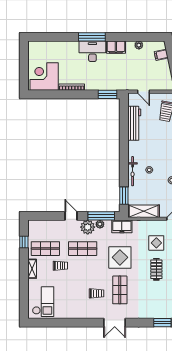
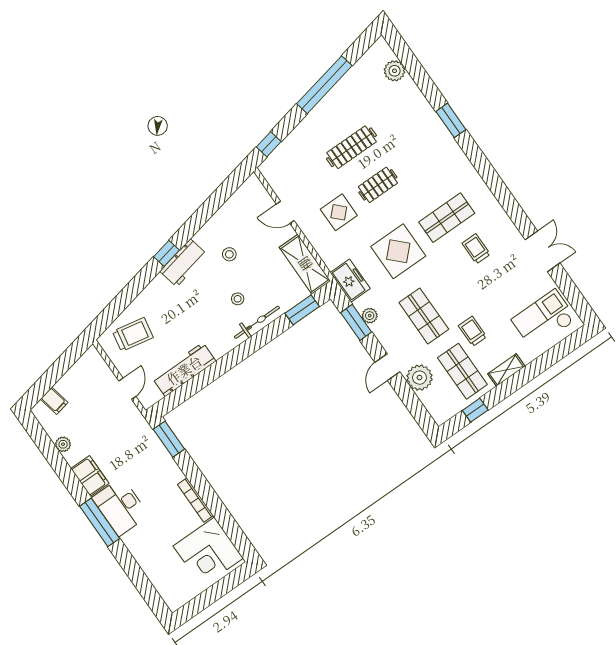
window: (101, 216) -> (356, 322), width x0.69
plant: (88, 227) -> (420, 378), moved
double door: (115, 323) -> (543, 251), moved

